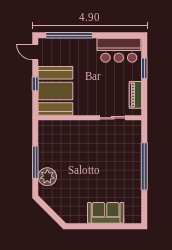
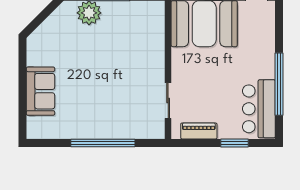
window: (69, 35) -> (279, 84), moved

